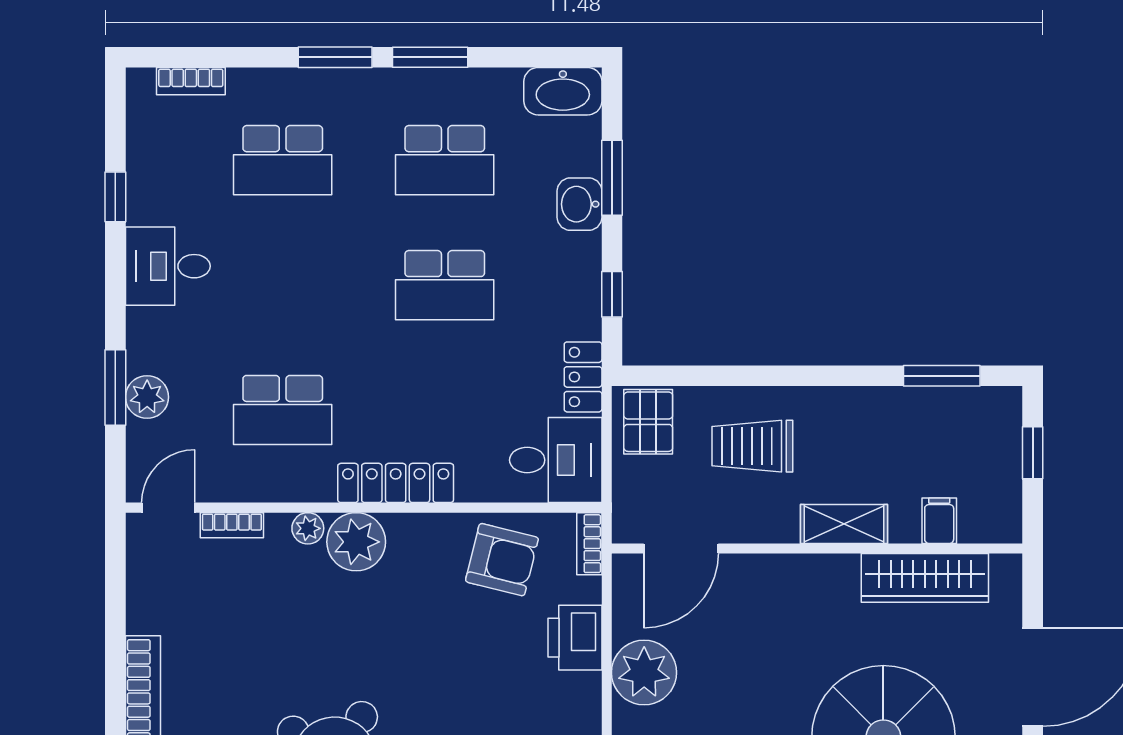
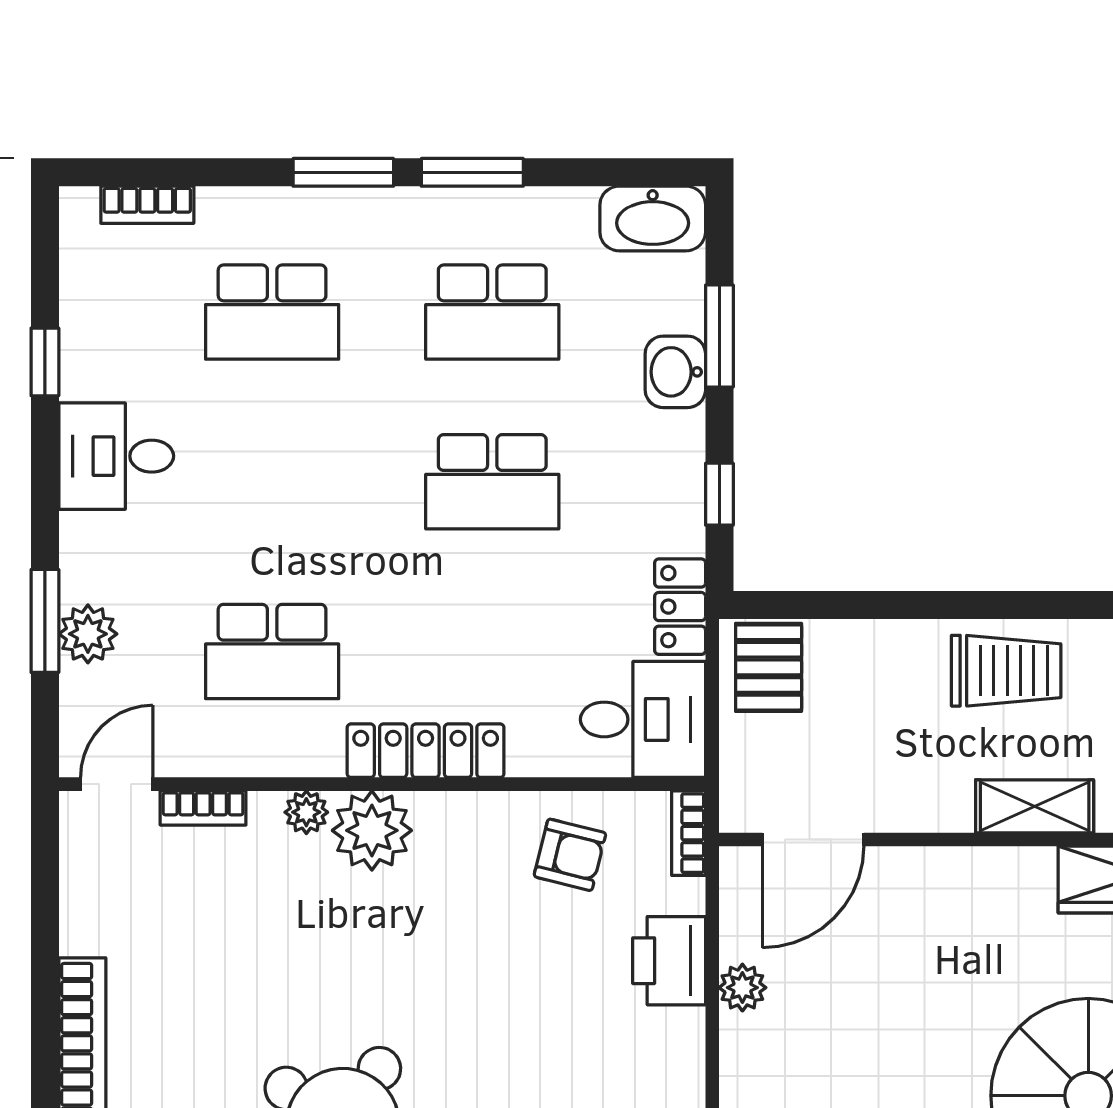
trolley: (752, 446) -> (1006, 671), moved, turned 180
armchair: (502, 560) -> (570, 855), width x0.72, depth x0.72
plant: (644, 673) -> (742, 988), width x0.53, depth x0.53

